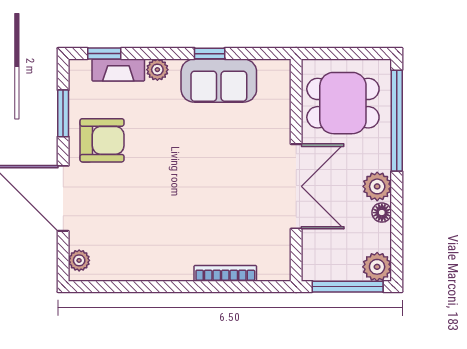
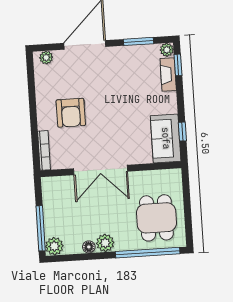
plant: (157, 70) -> (167, 50), moved
armchair: (102, 140) -> (71, 113), moved
wall: (296, 170) -> (111, 169), moved
double door: (296, 186) -> (100, 170), moved

